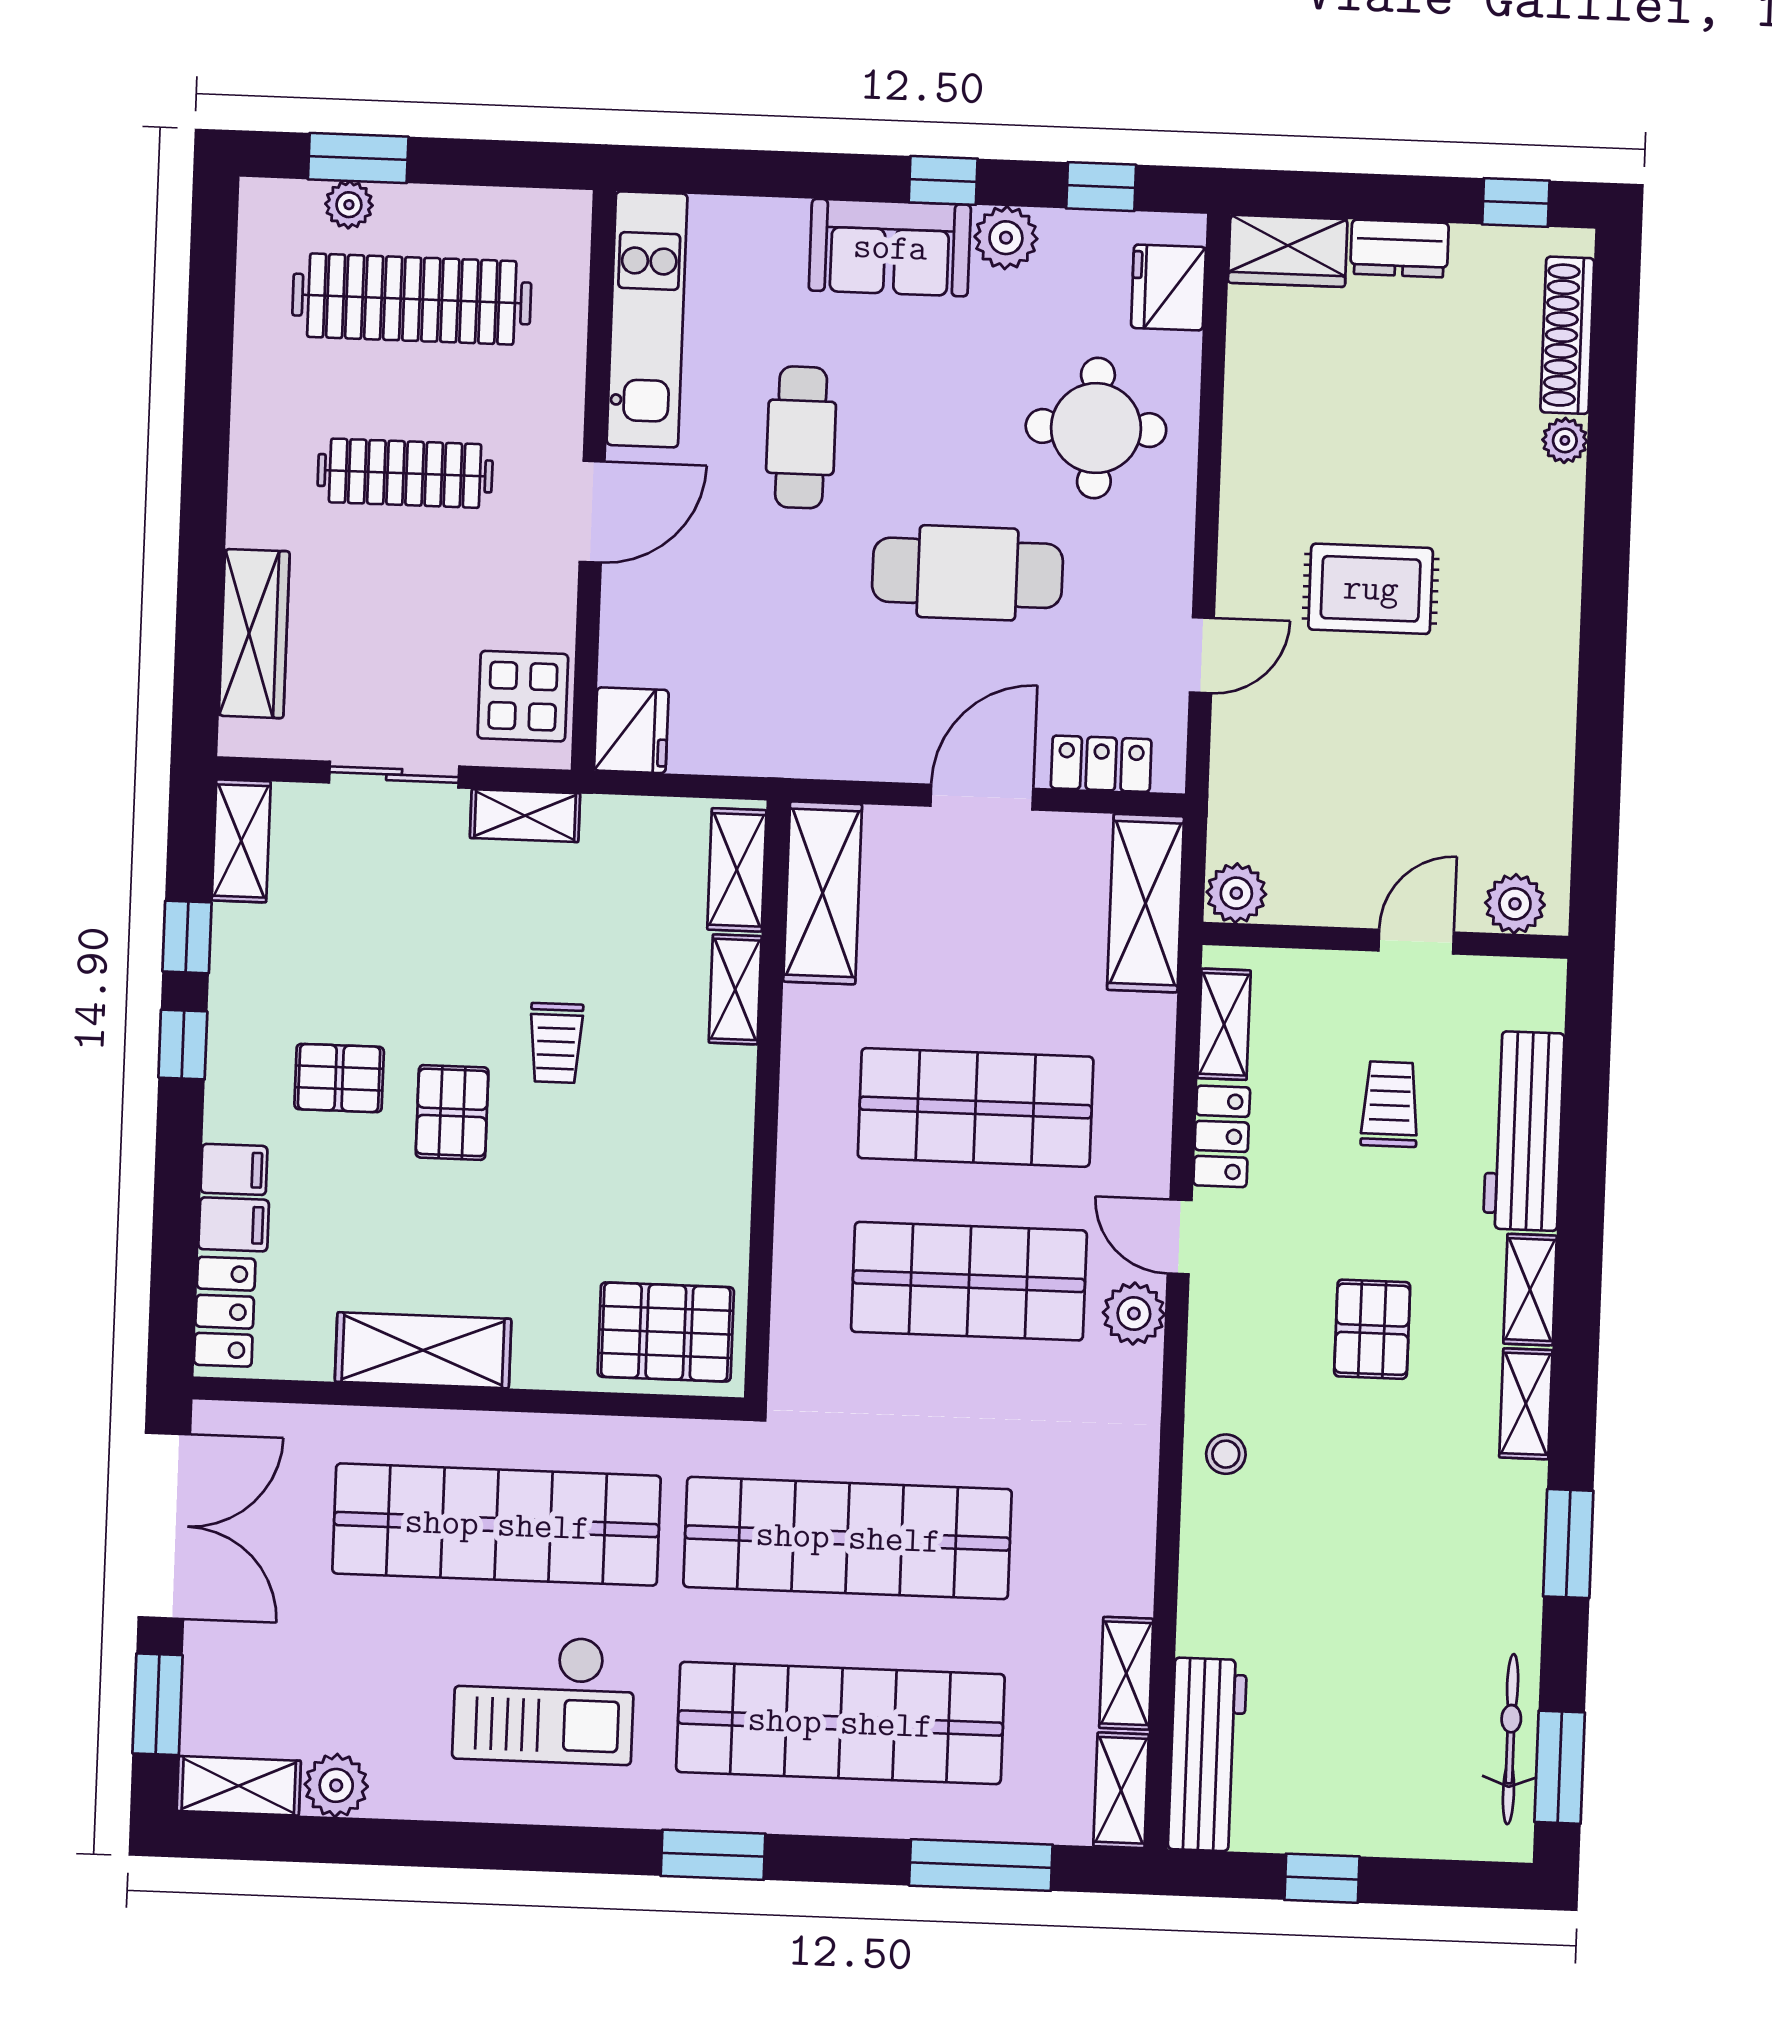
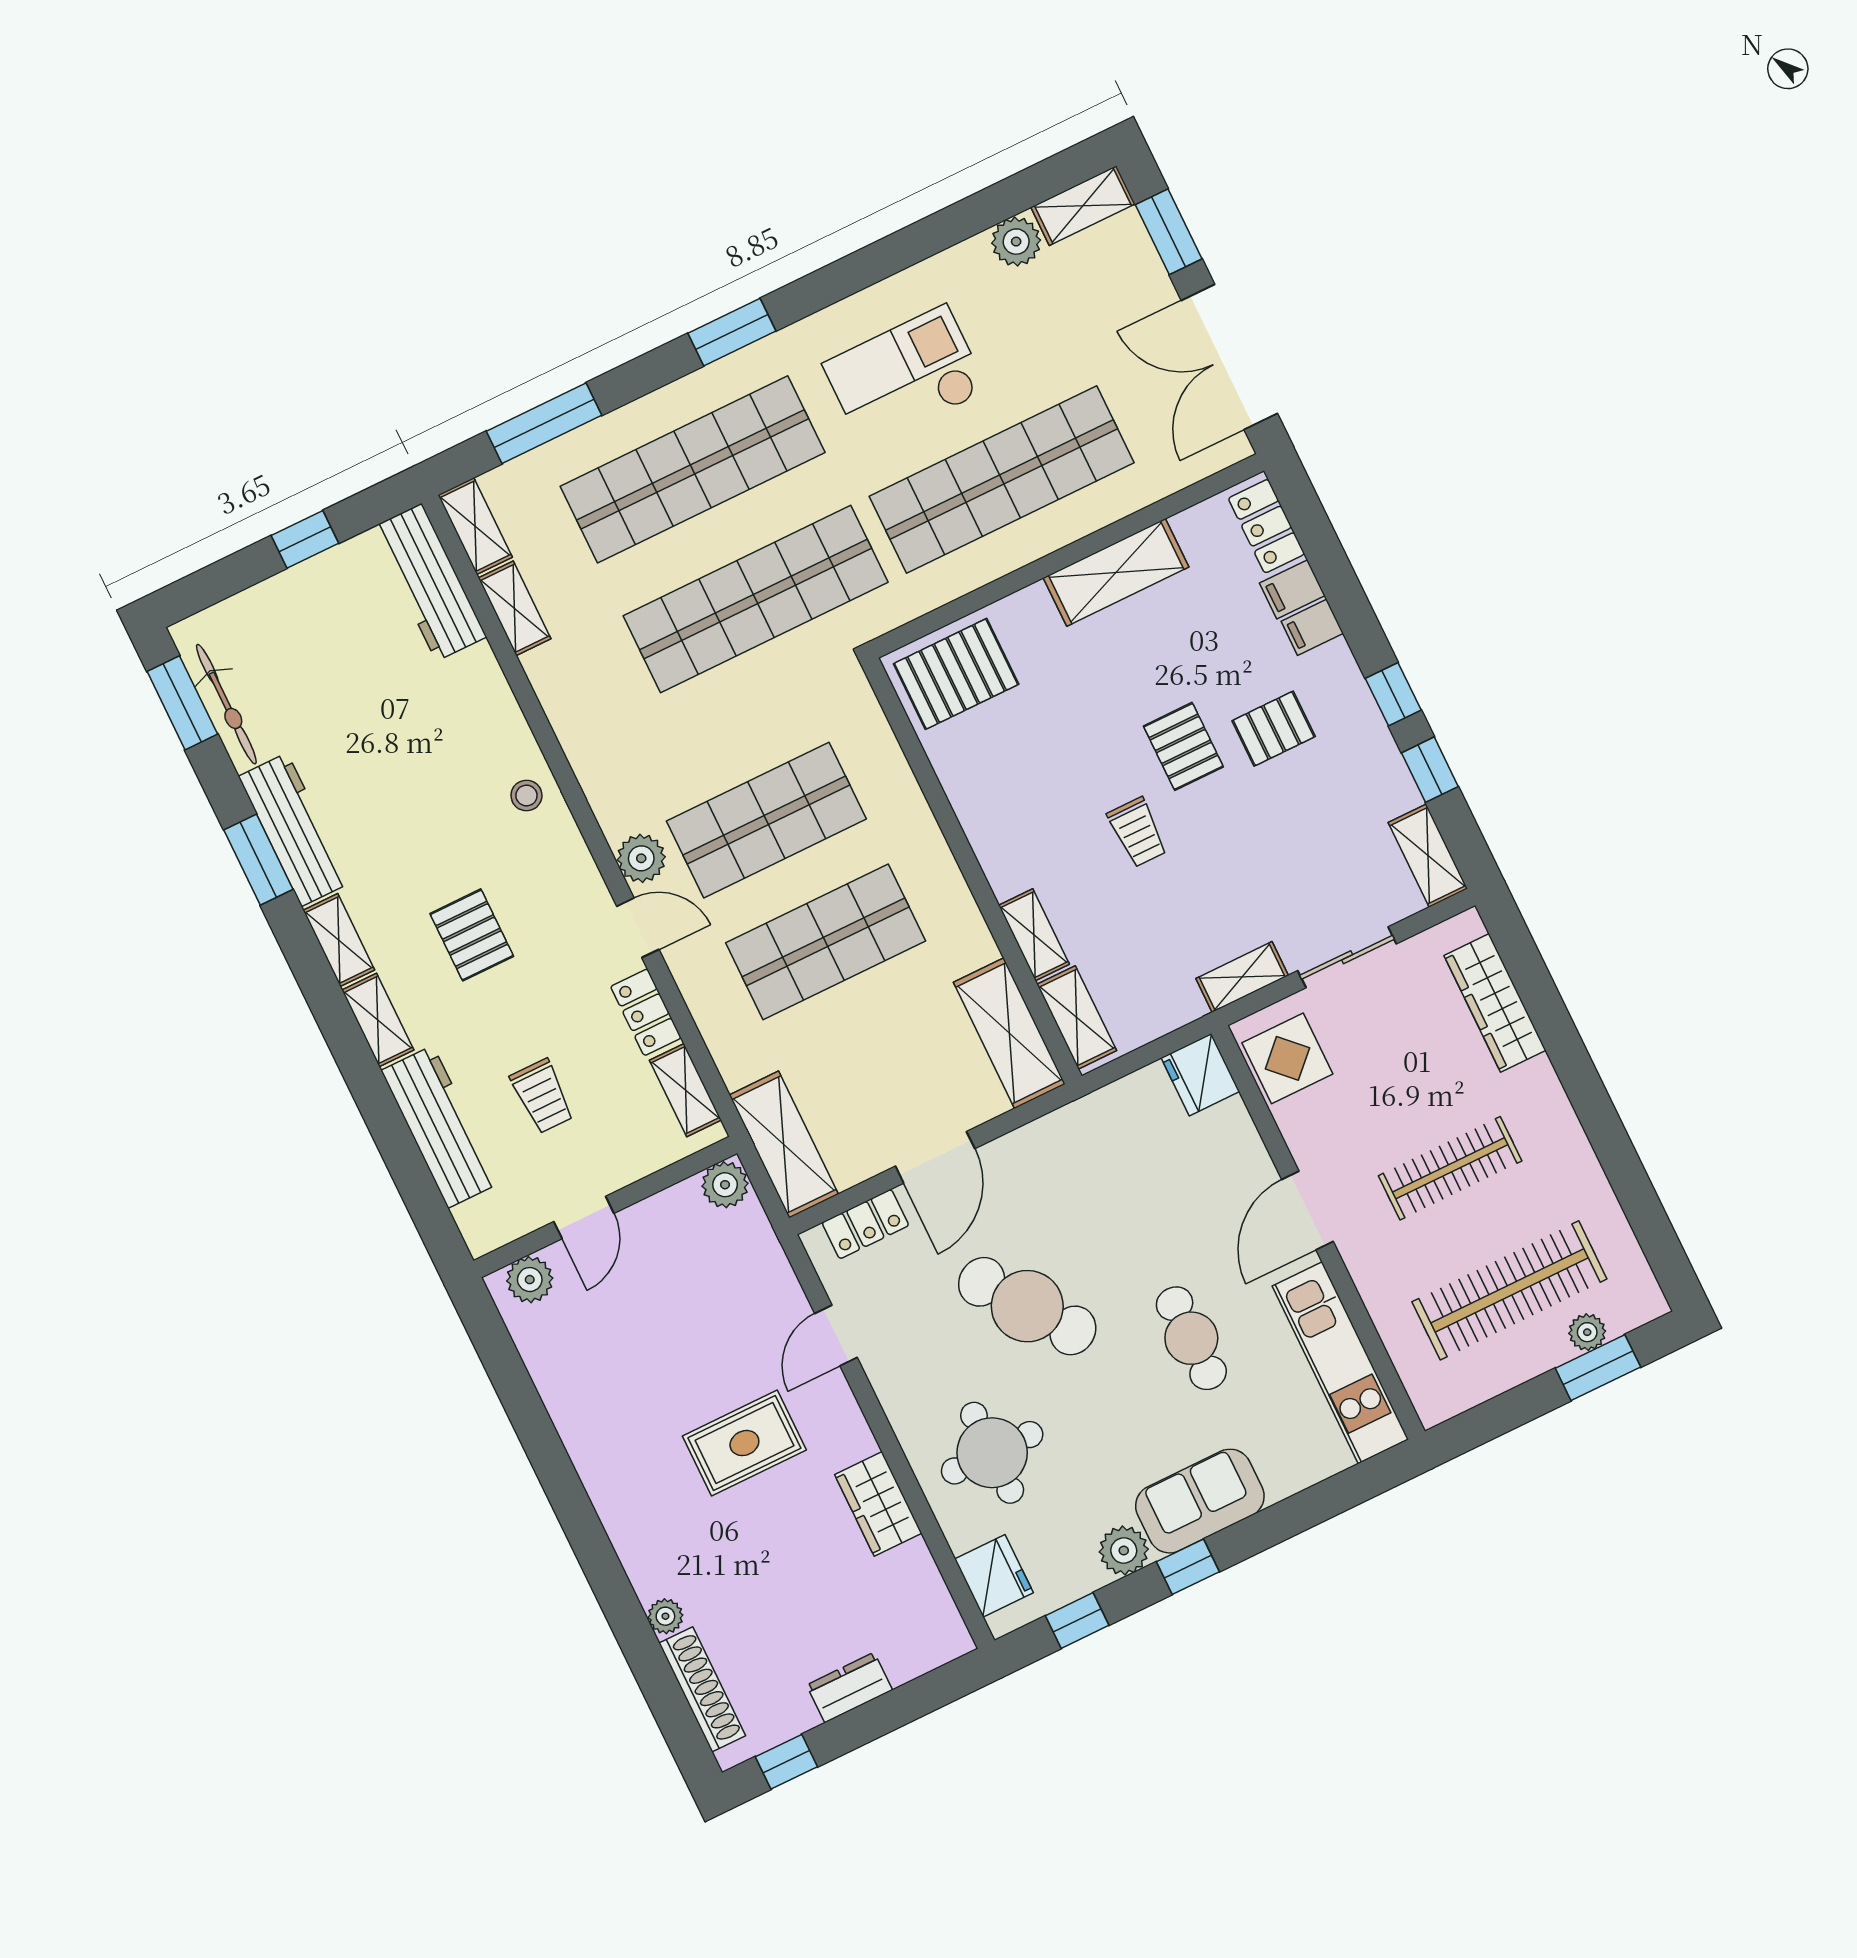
wardrobe: (1288, 251) -> (878, 1504), moved, turned -90
cafe table: (967, 573) -> (1027, 1306), turned 54
trolley: (556, 1043) -> (1137, 832), turned 180
workbench: (1509, 1556) -> (294, 830), added

